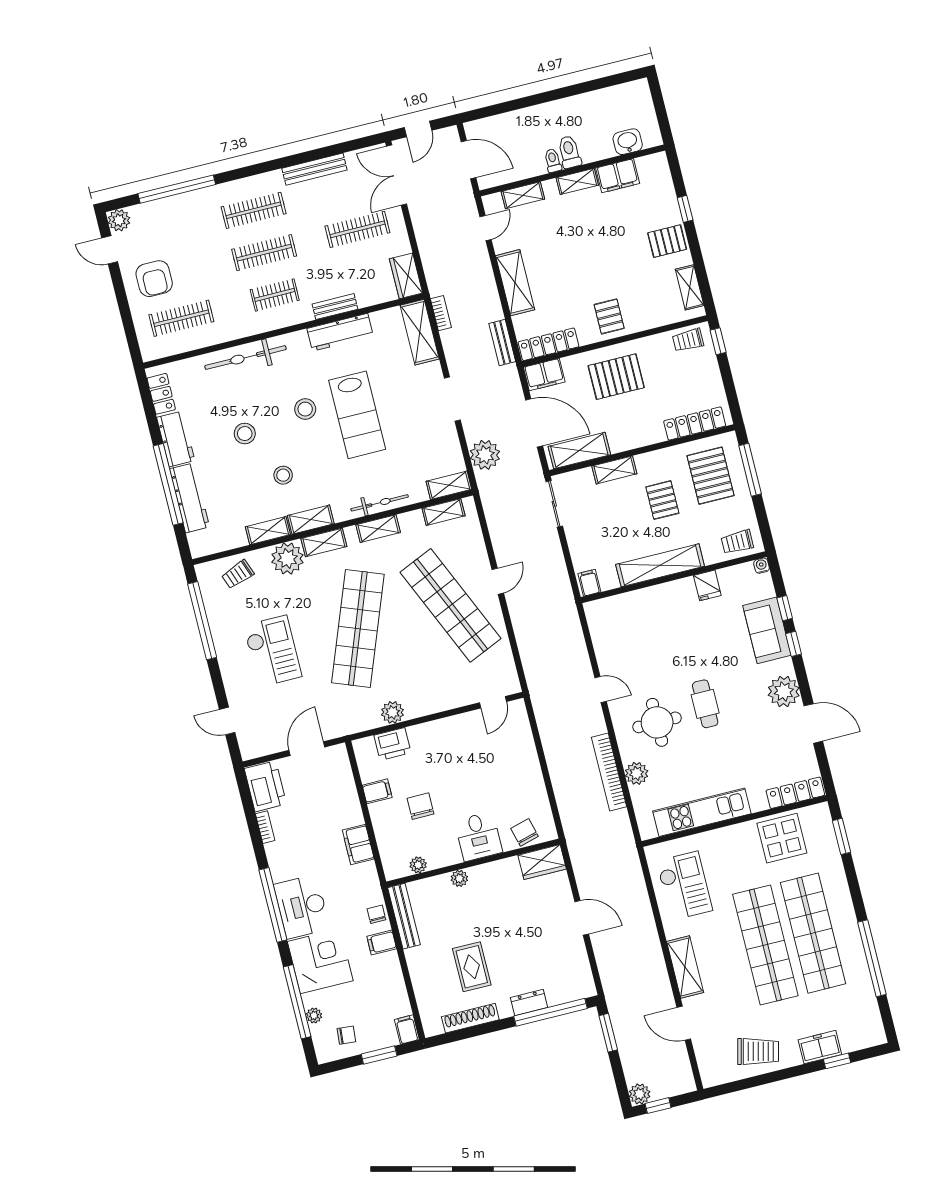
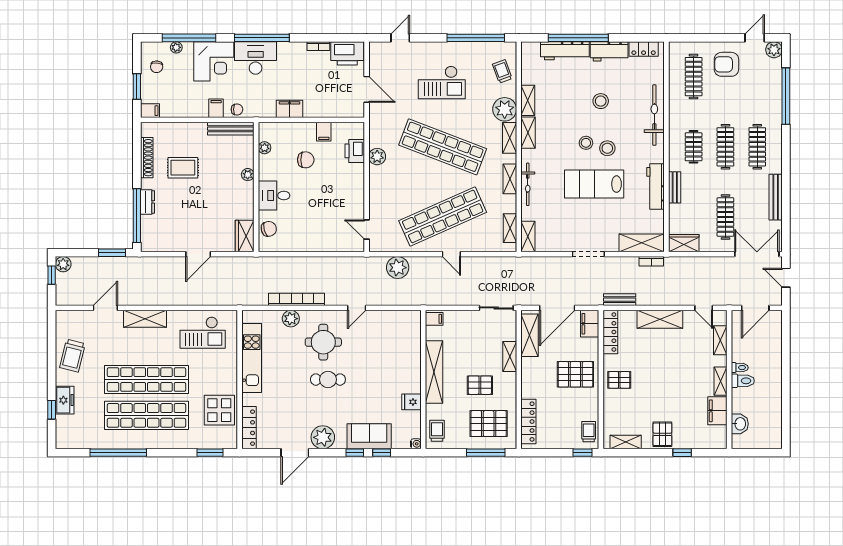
pallet: (616, 377) -> (575, 374), turned 90
plant: (485, 455) -> (398, 268), moved
stool: (283, 475) -> (586, 143), moved

